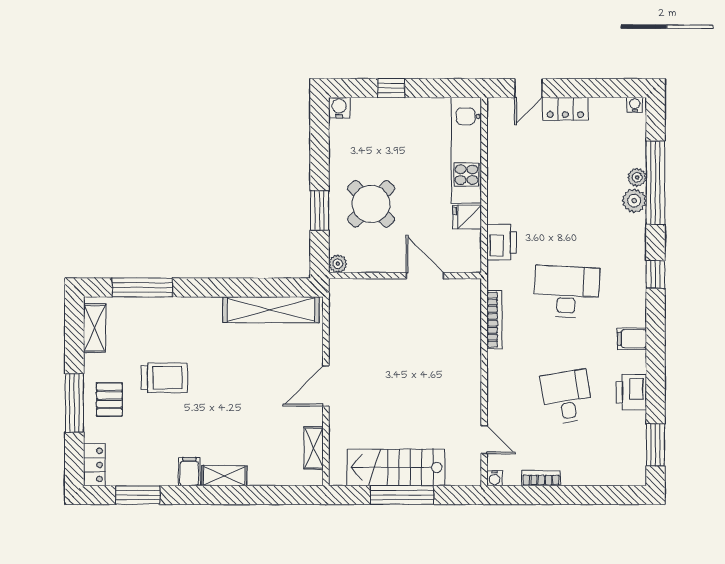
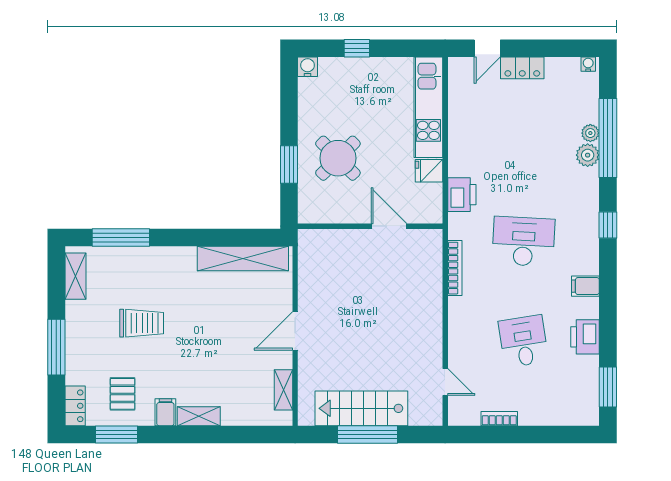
plant: (338, 264) -> (306, 215), removed
pallet: (109, 399) -> (123, 394), moved
water cooler: (494, 478) -> (455, 419), removed

